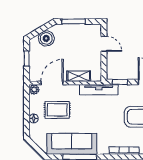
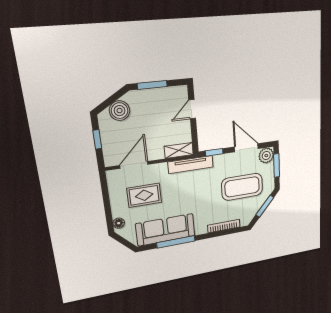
door: (104, 44) -> (192, 109), swing flipped
shelving: (79, 76) -> (179, 150), moved
plant: (34, 90) -> (113, 176), removed
floor lamp: (34, 118) -> (119, 223), moved

